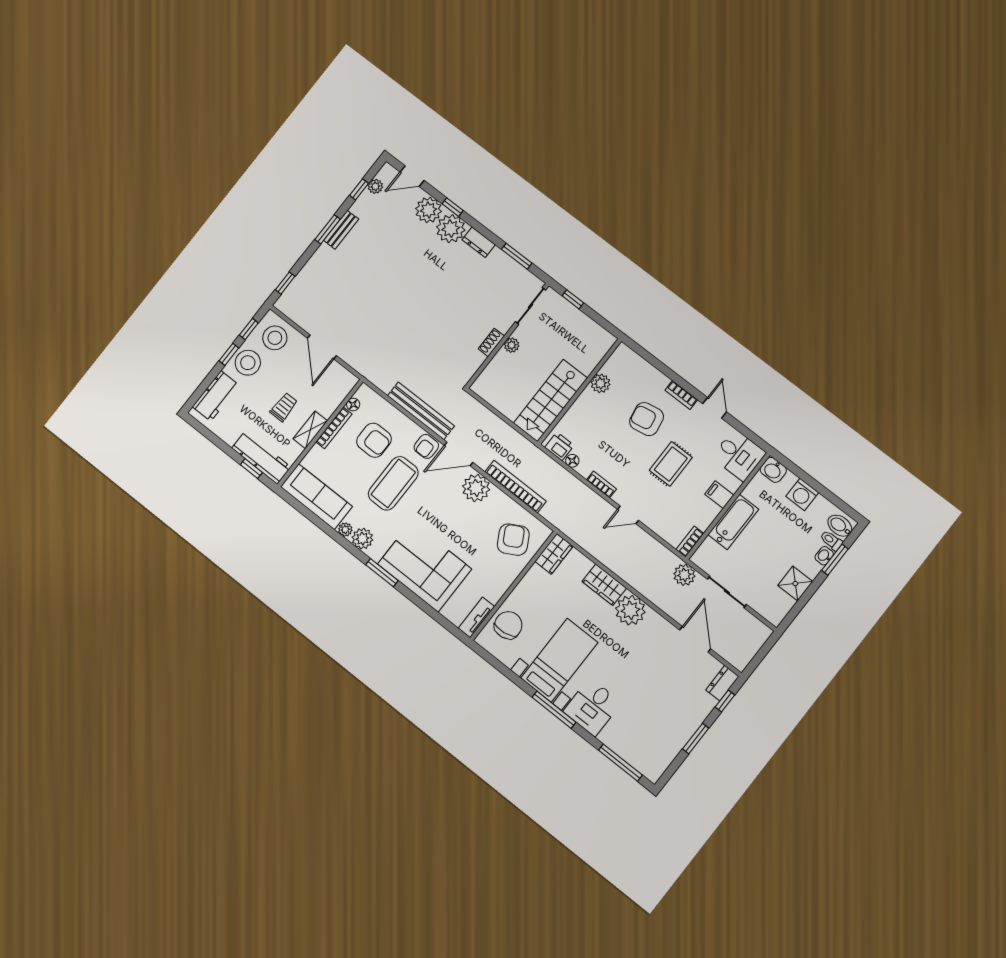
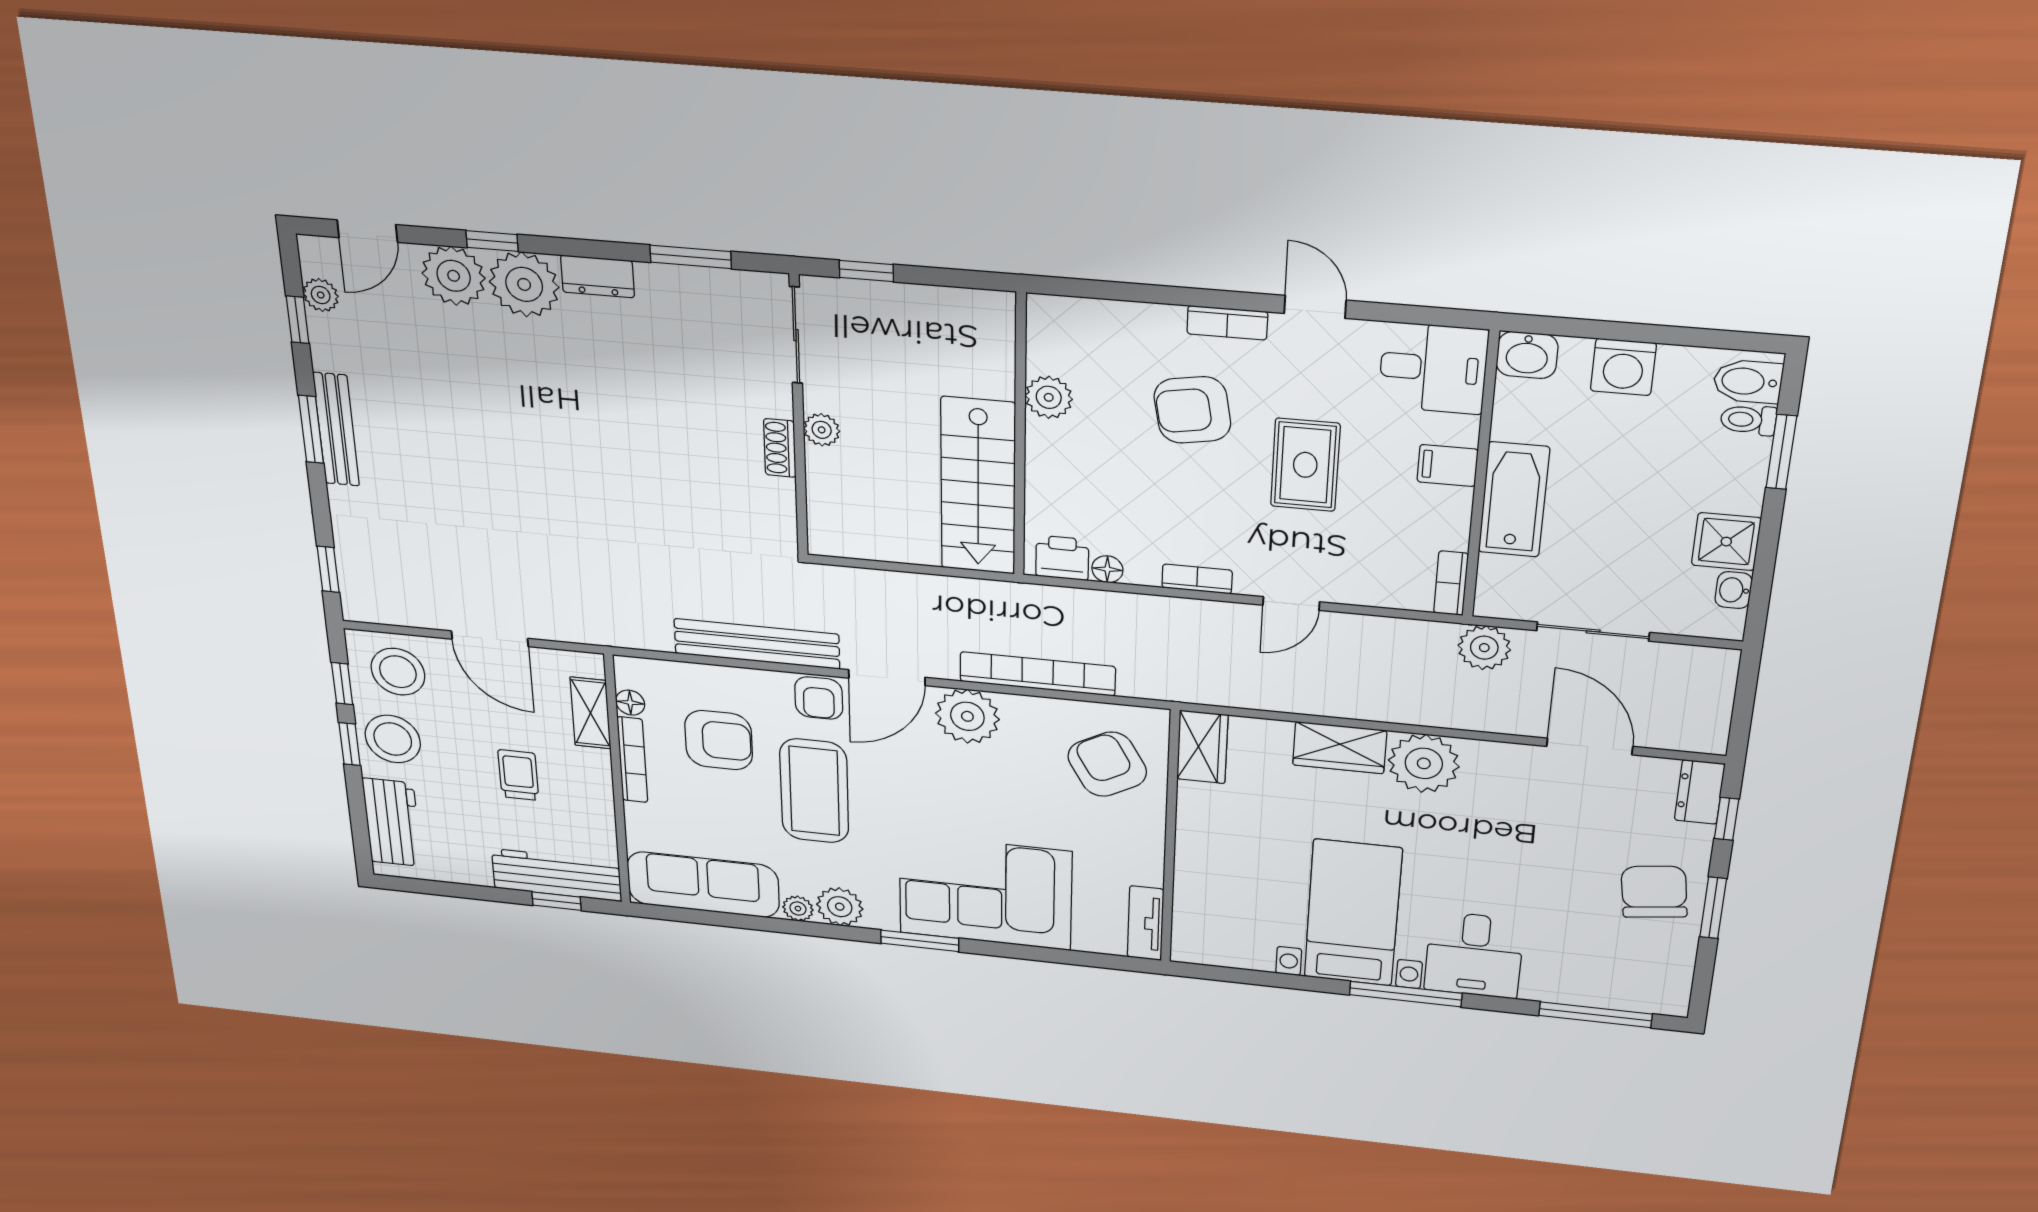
bench: (341, 230) -> (336, 429), width x1.36
shelving: (310, 430) -> (591, 713), moved
washbasin: (824, 556) -> (1734, 590), moved
chair: (508, 625) -> (1654, 892), moved

